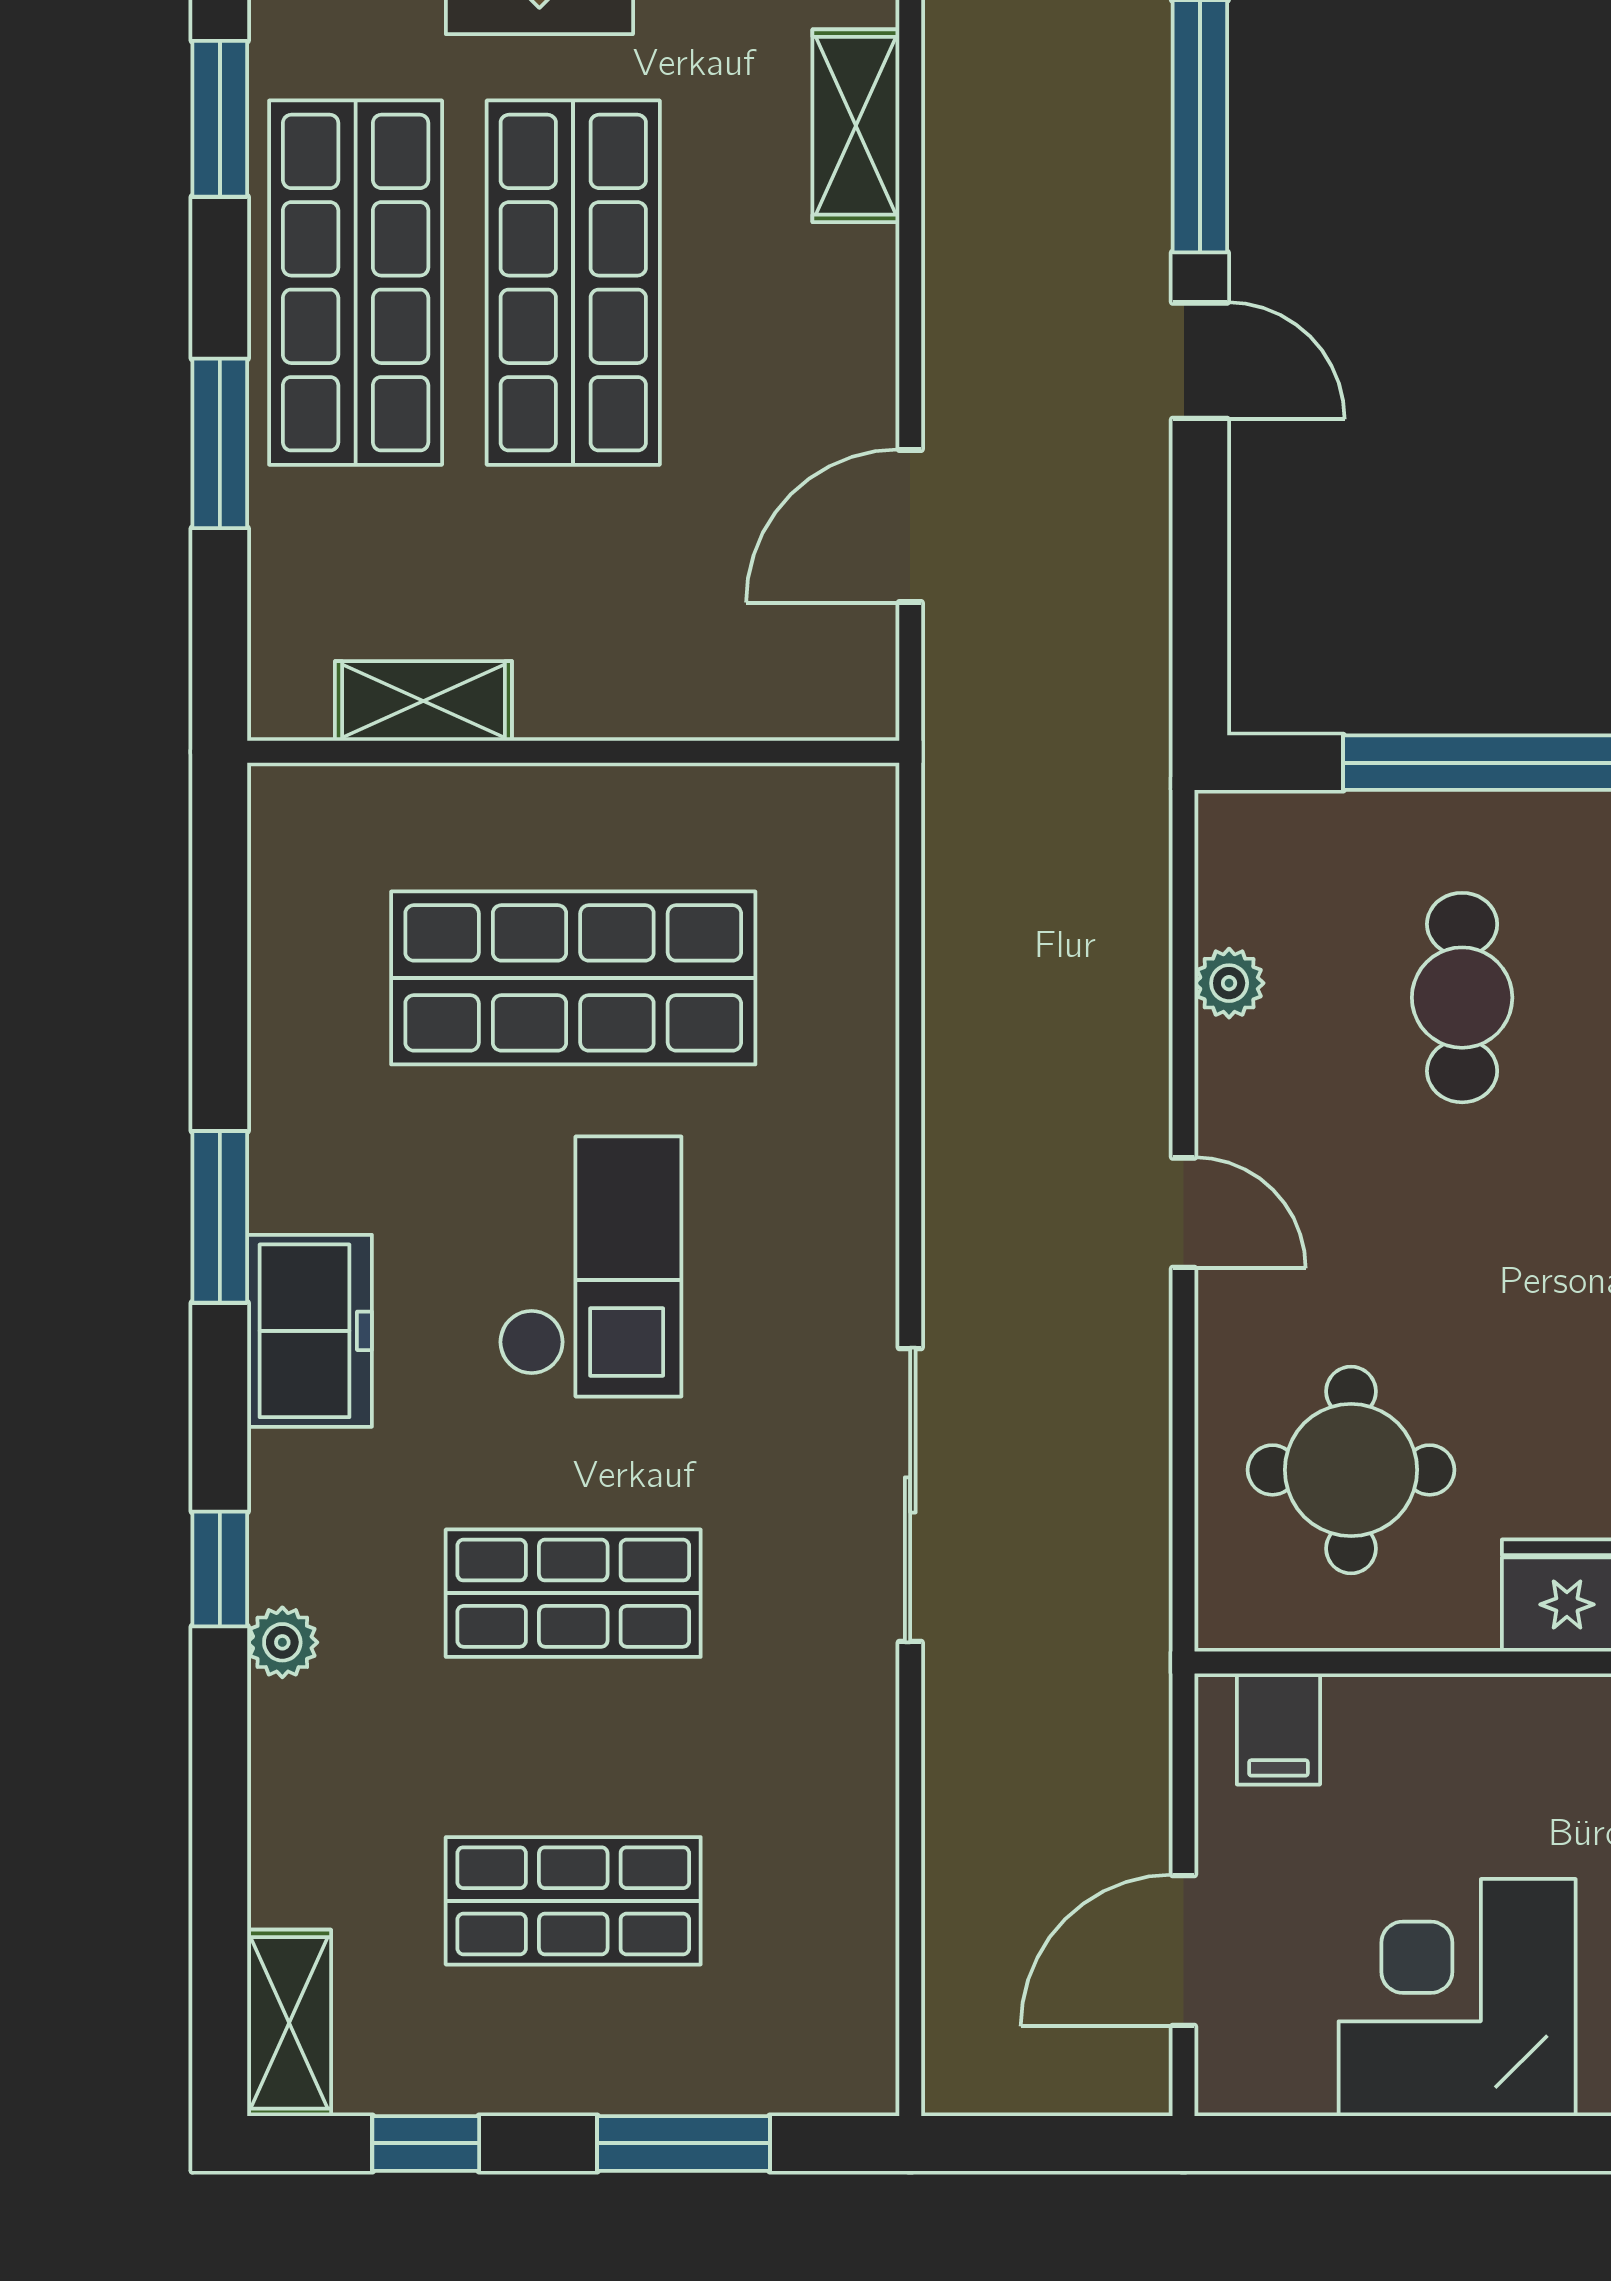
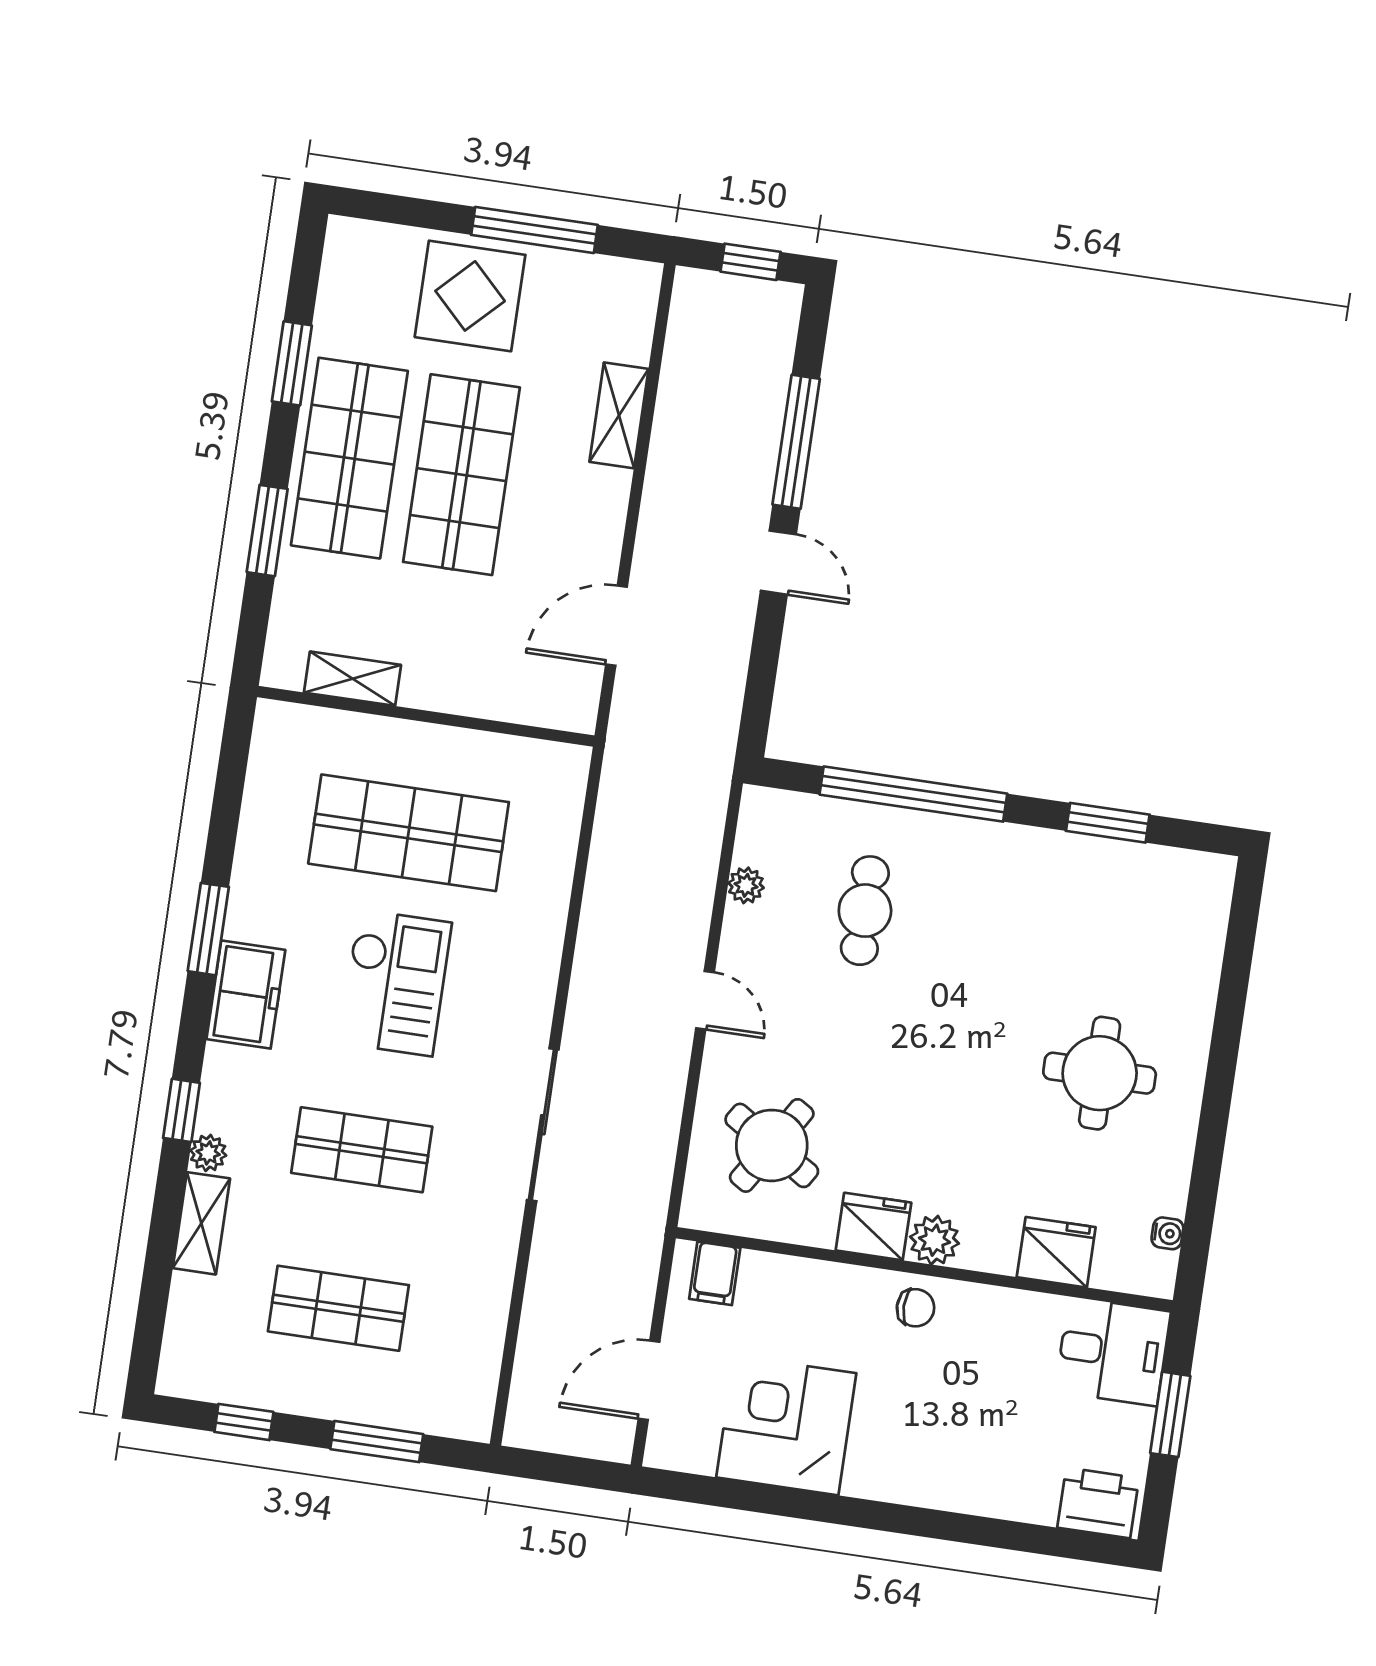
round table: (1351, 1470) -> (772, 1145), turned 32
shelving: (289, 2023) -> (201, 1223), moved

